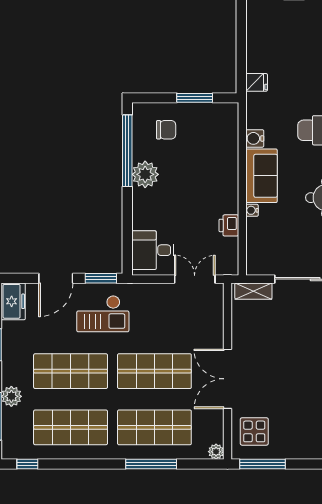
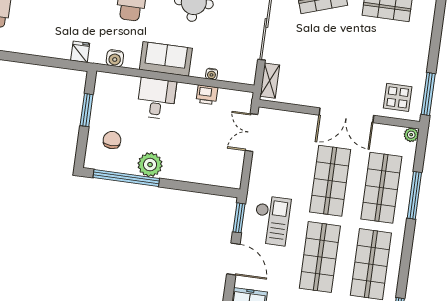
water cooler: (255, 138) -> (115, 58), moved
water cooler: (252, 210) -> (212, 74), moved
desk: (153, 250) -> (157, 98), moved, turned 180

